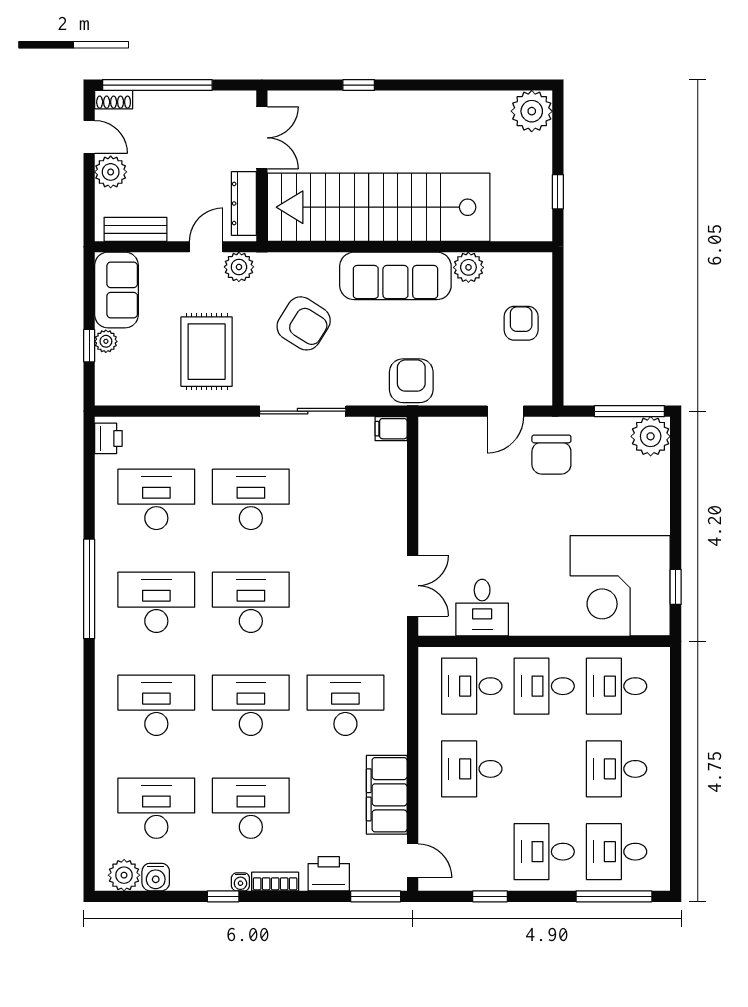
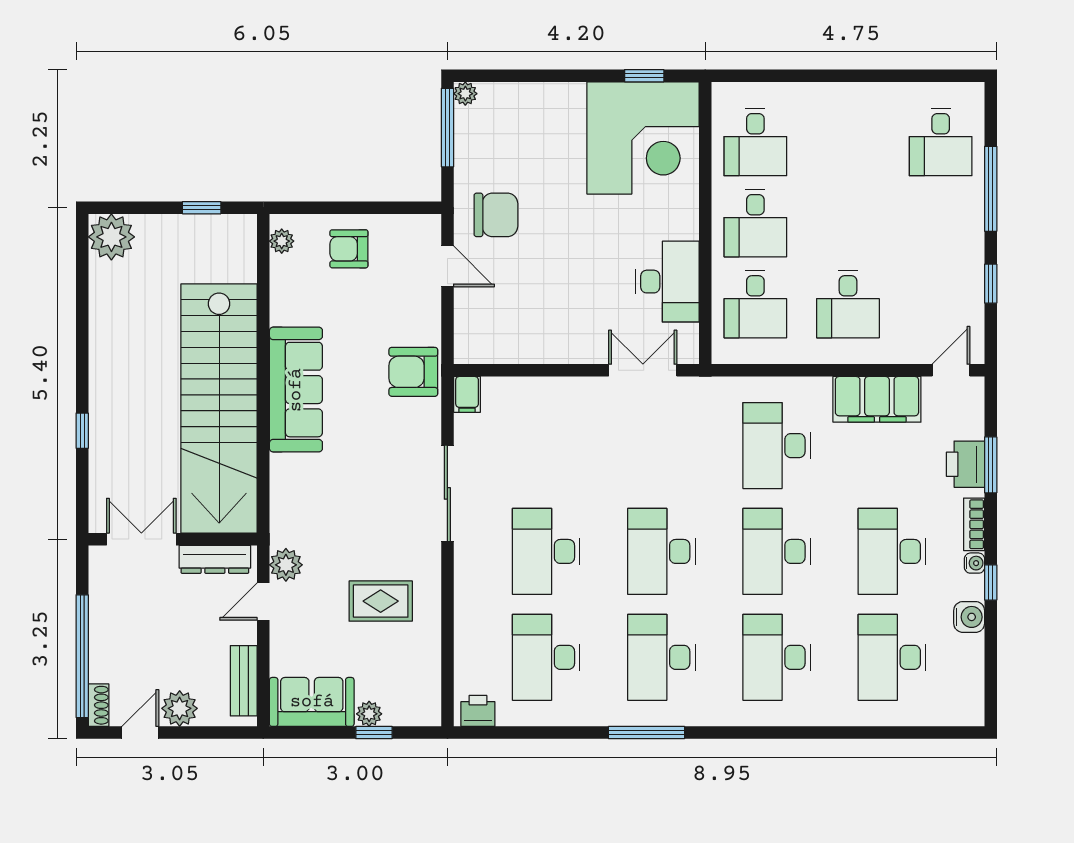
door: (206, 247) -> (263, 602), hinge flipped
plant: (468, 267) -> (282, 241), moved, width x0.73, depth x0.73
armchair: (304, 323) -> (349, 492), removed
rug: (207, 352) -> (381, 601), width x0.73, depth x0.70
plant: (651, 436) -> (465, 94), width x0.53, depth x0.53
window: (89, 589) -> (646, 733), width x0.68
desk: (482, 608) -> (667, 282), width x1.37
desk: (617, 769) -> (848, 142), removed
desk: (544, 852) -> (941, 223), removed
plant: (124, 875) -> (967, 694), removed
water cooler: (156, 877) -> (969, 617), moved
window: (376, 896) -> (991, 465), moved
window: (614, 896) -> (991, 189), moved

